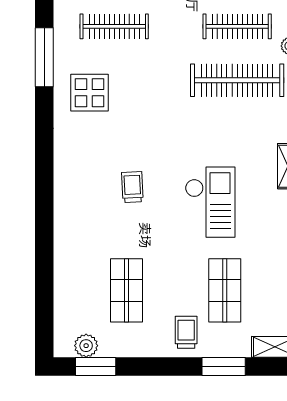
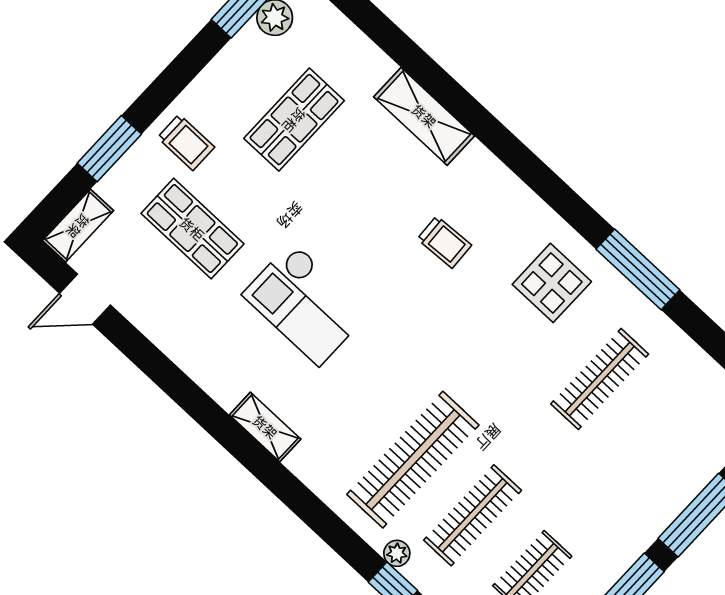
trolley: (132, 187) -> (444, 242), moved
shelving: (67, 229) -> (424, 116), added
shop shelf: (127, 290) -> (294, 120), turned 90

